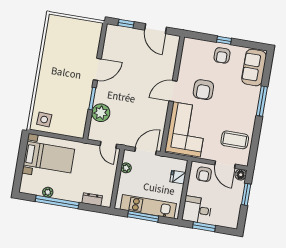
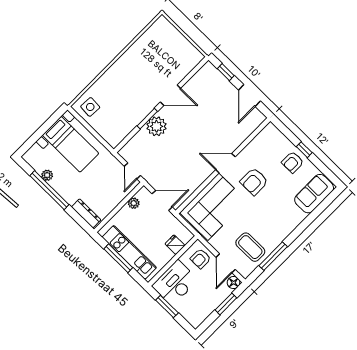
window: (262, 101) -> (273, 256), moved
plant: (101, 113) -> (156, 126), moved
dresser: (92, 199) -> (86, 213), width x1.44
desk: (197, 210) -> (175, 283), width x1.37

